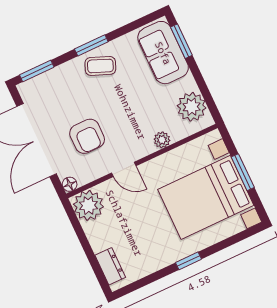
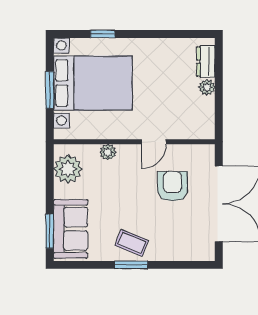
window: (37, 71) -> (190, 265), removed
door: (124, 169) -> (154, 142), swing flipped
floor lamp: (70, 184) -> (208, 151), removed
plant: (88, 205) -> (207, 87), moved, width x0.53, depth x0.53
window: (188, 261) -> (103, 34), moved

